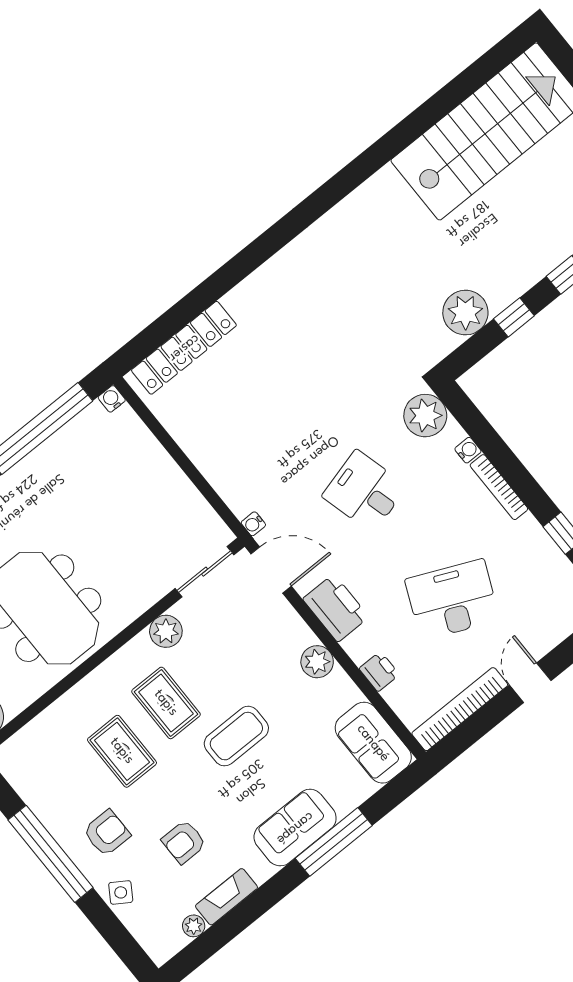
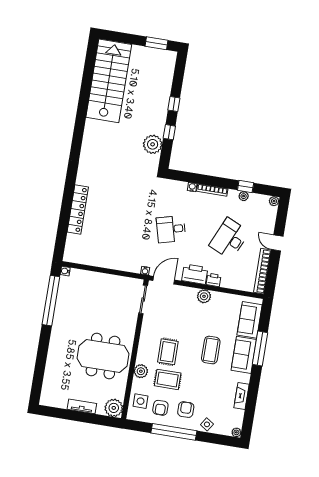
locker: (184, 348) -> (78, 209), moved
plant: (425, 416) -> (244, 196), moved, width x0.53, depth x0.53
plant: (166, 631) -> (141, 371), moved
printer: (379, 672) -> (214, 280), moved
rug: (166, 703) -> (168, 352), turned 90
coffee table: (236, 736) -> (211, 350), moved
sofa: (373, 743) -> (250, 320), moved, turned 90
side table: (40, 747) -> (141, 401), added
armchair: (184, 842) -> (160, 408), moved
plant: (194, 926) -> (236, 432), moved

